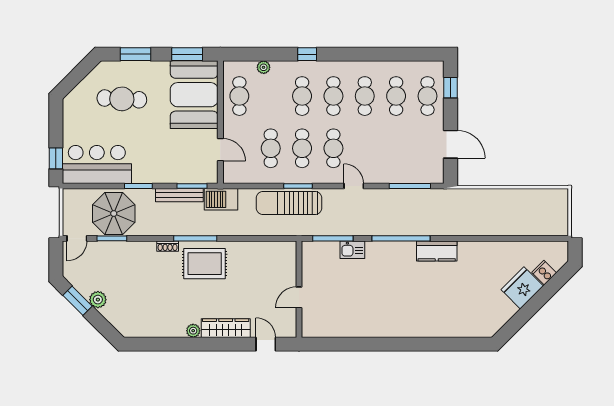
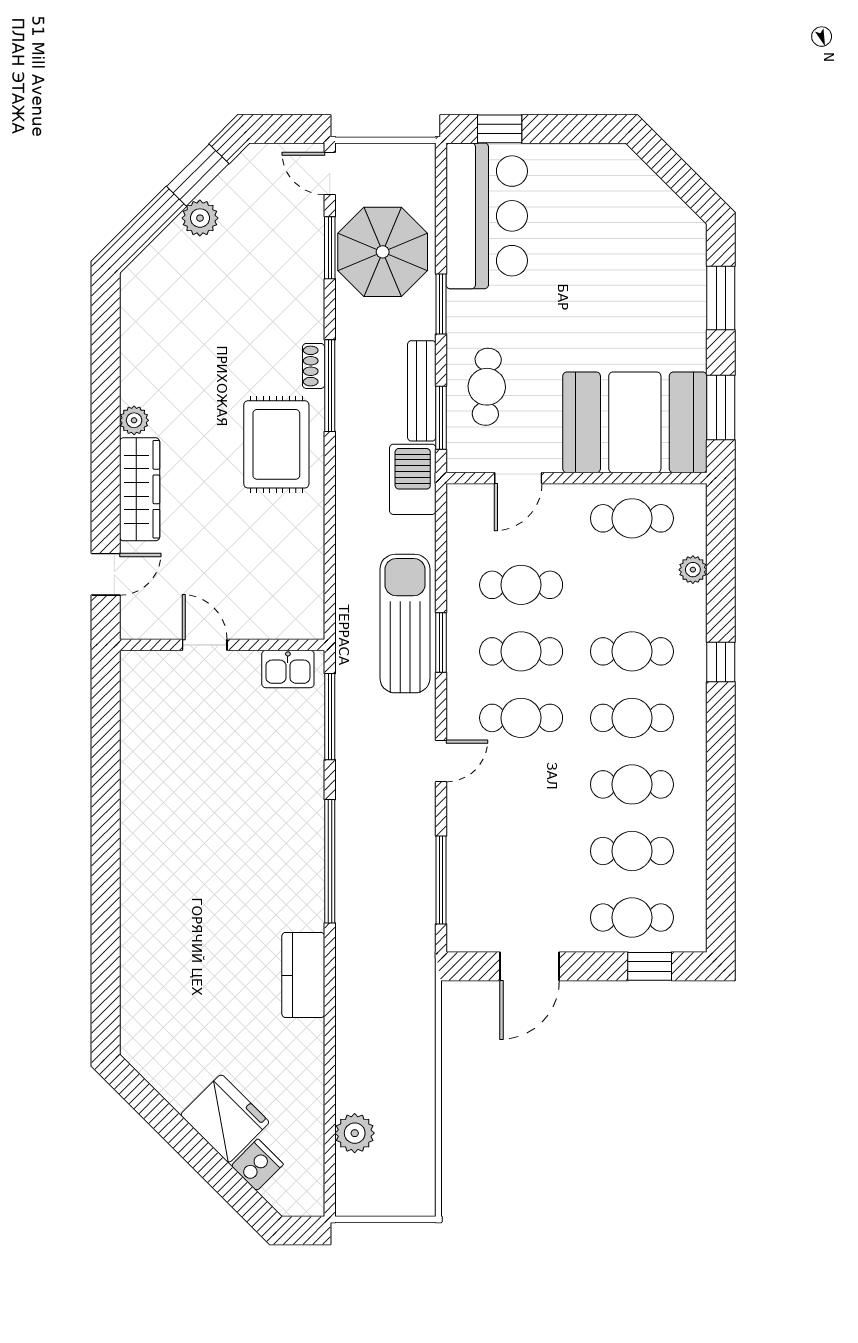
cafe table: (122, 99) -> (487, 387), moved, width x0.73, depth x0.74
plant: (529, 227) -> (355, 1133), added
window: (195, 238) -> (330, 386), moved
kitchen sink: (352, 250) -> (288, 669), moved, turned -90
kitchen counter: (437, 251) -> (303, 975), moved

